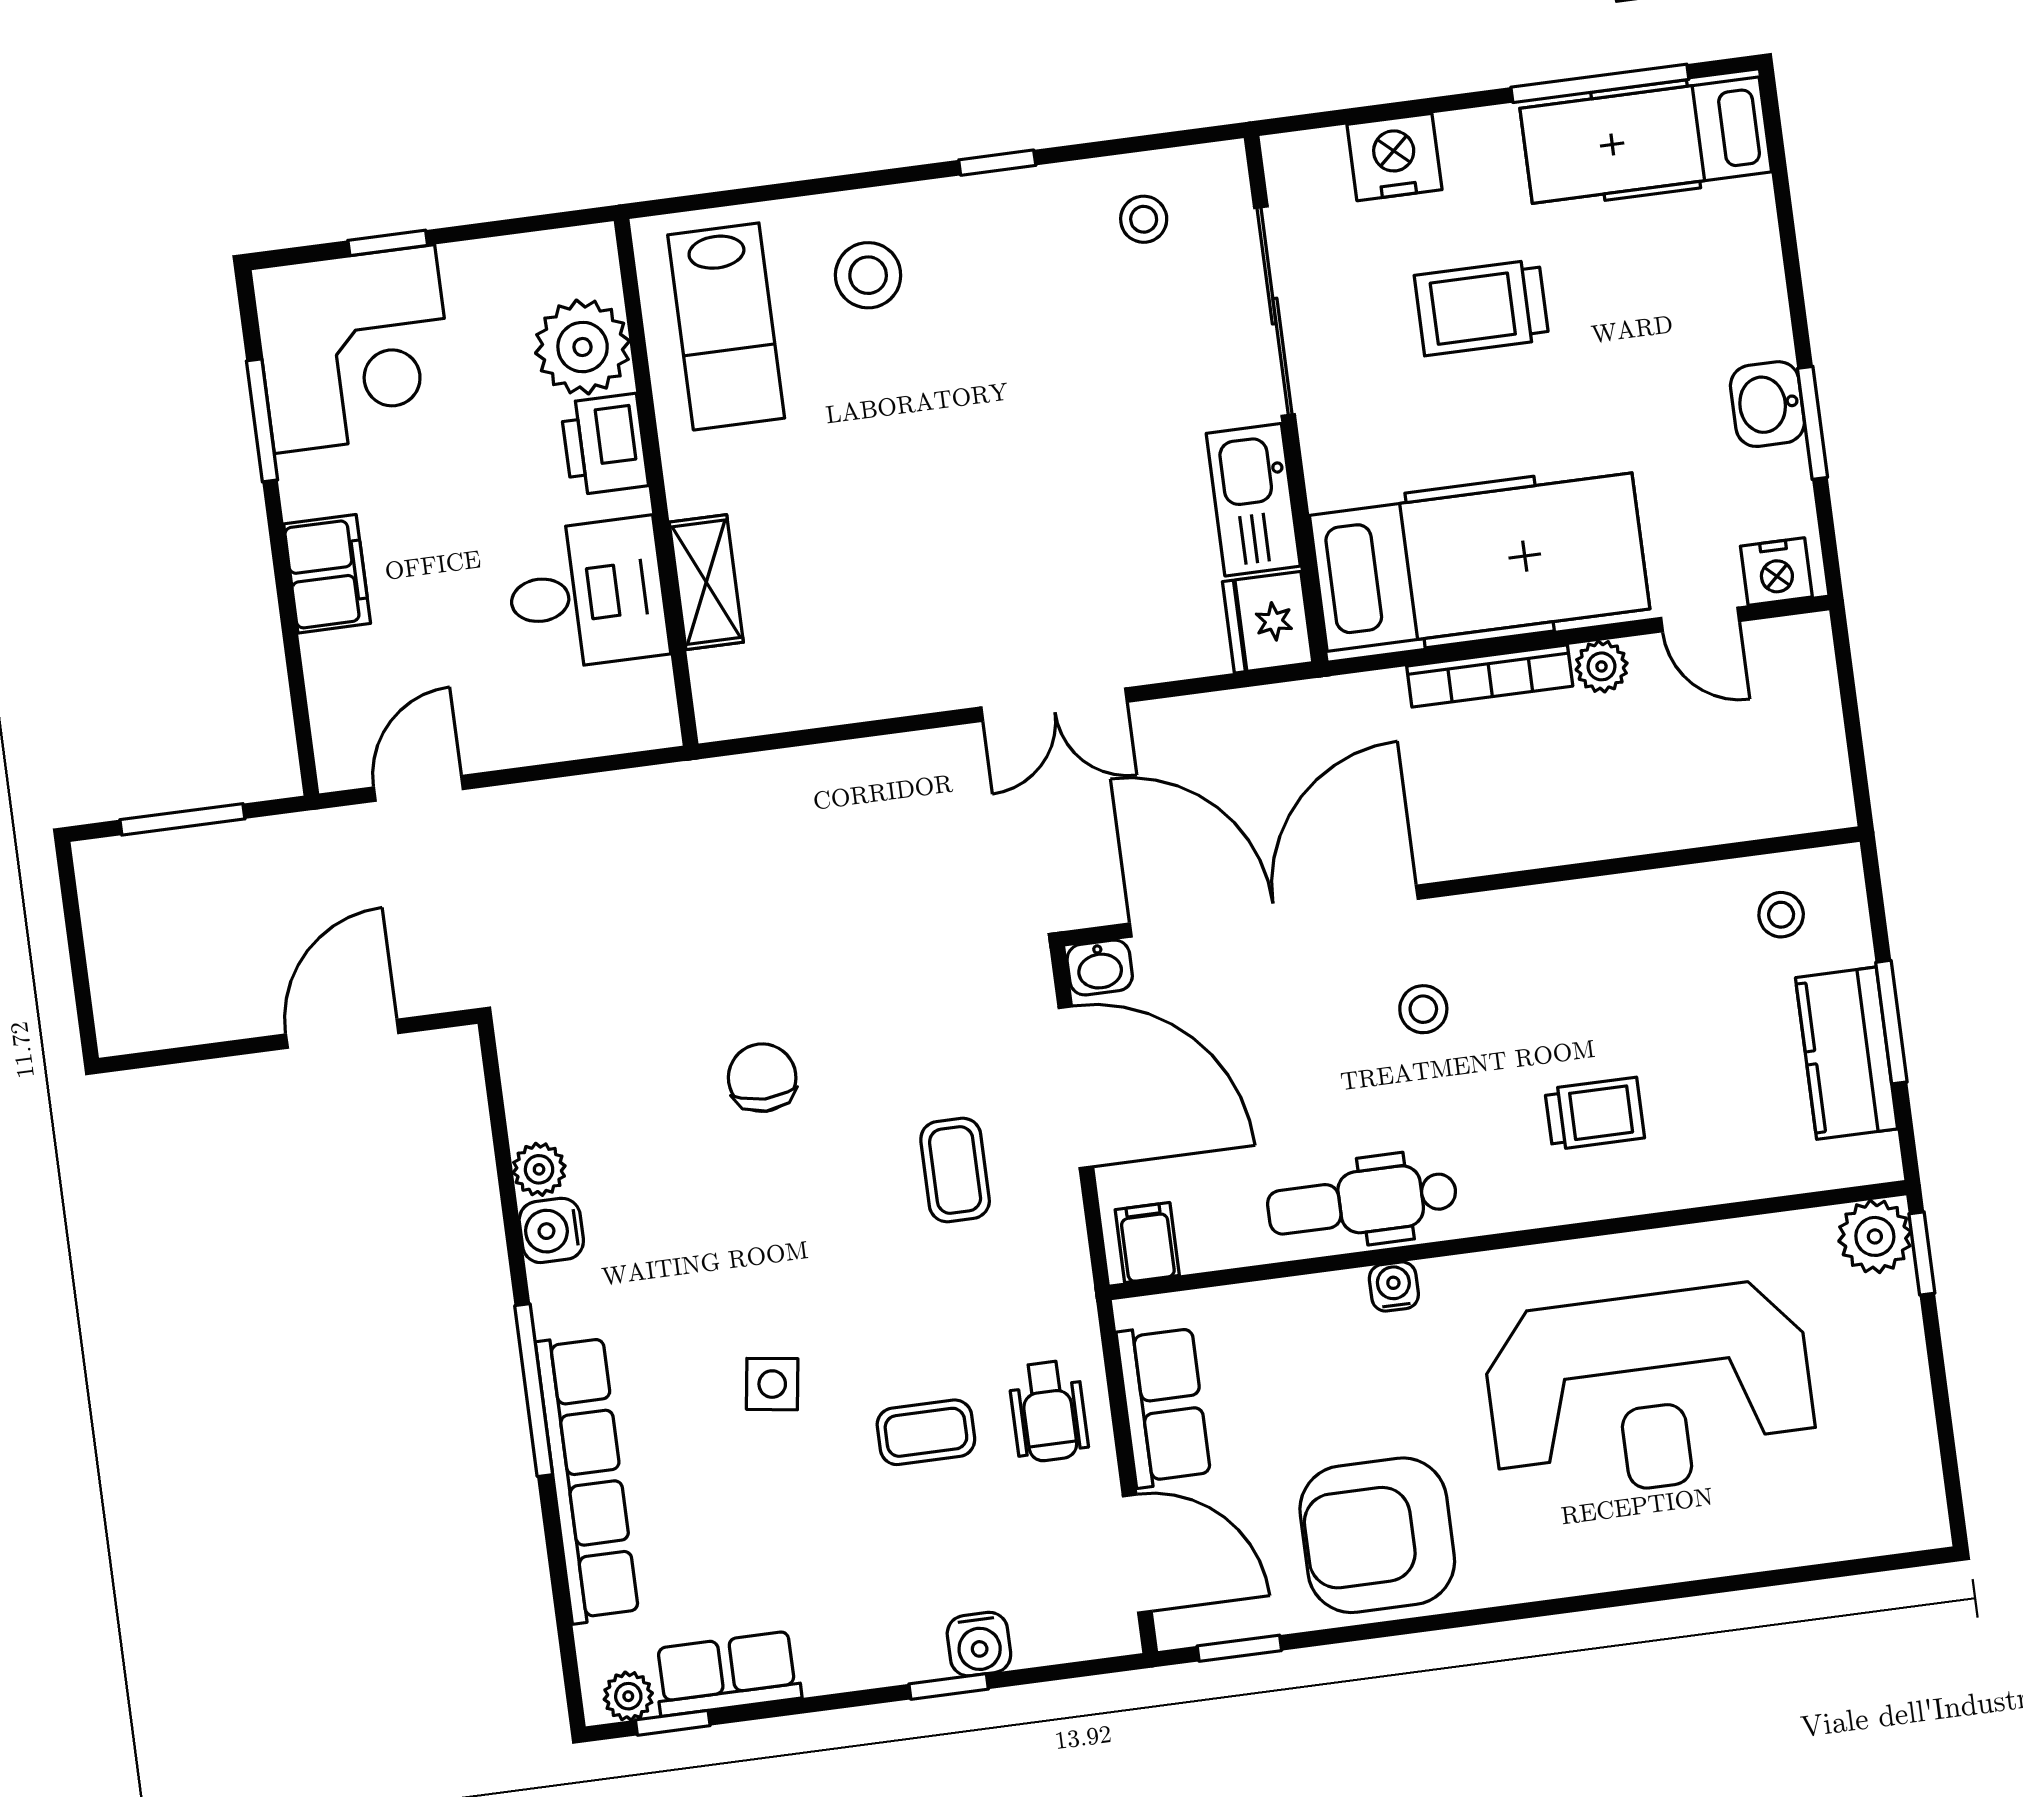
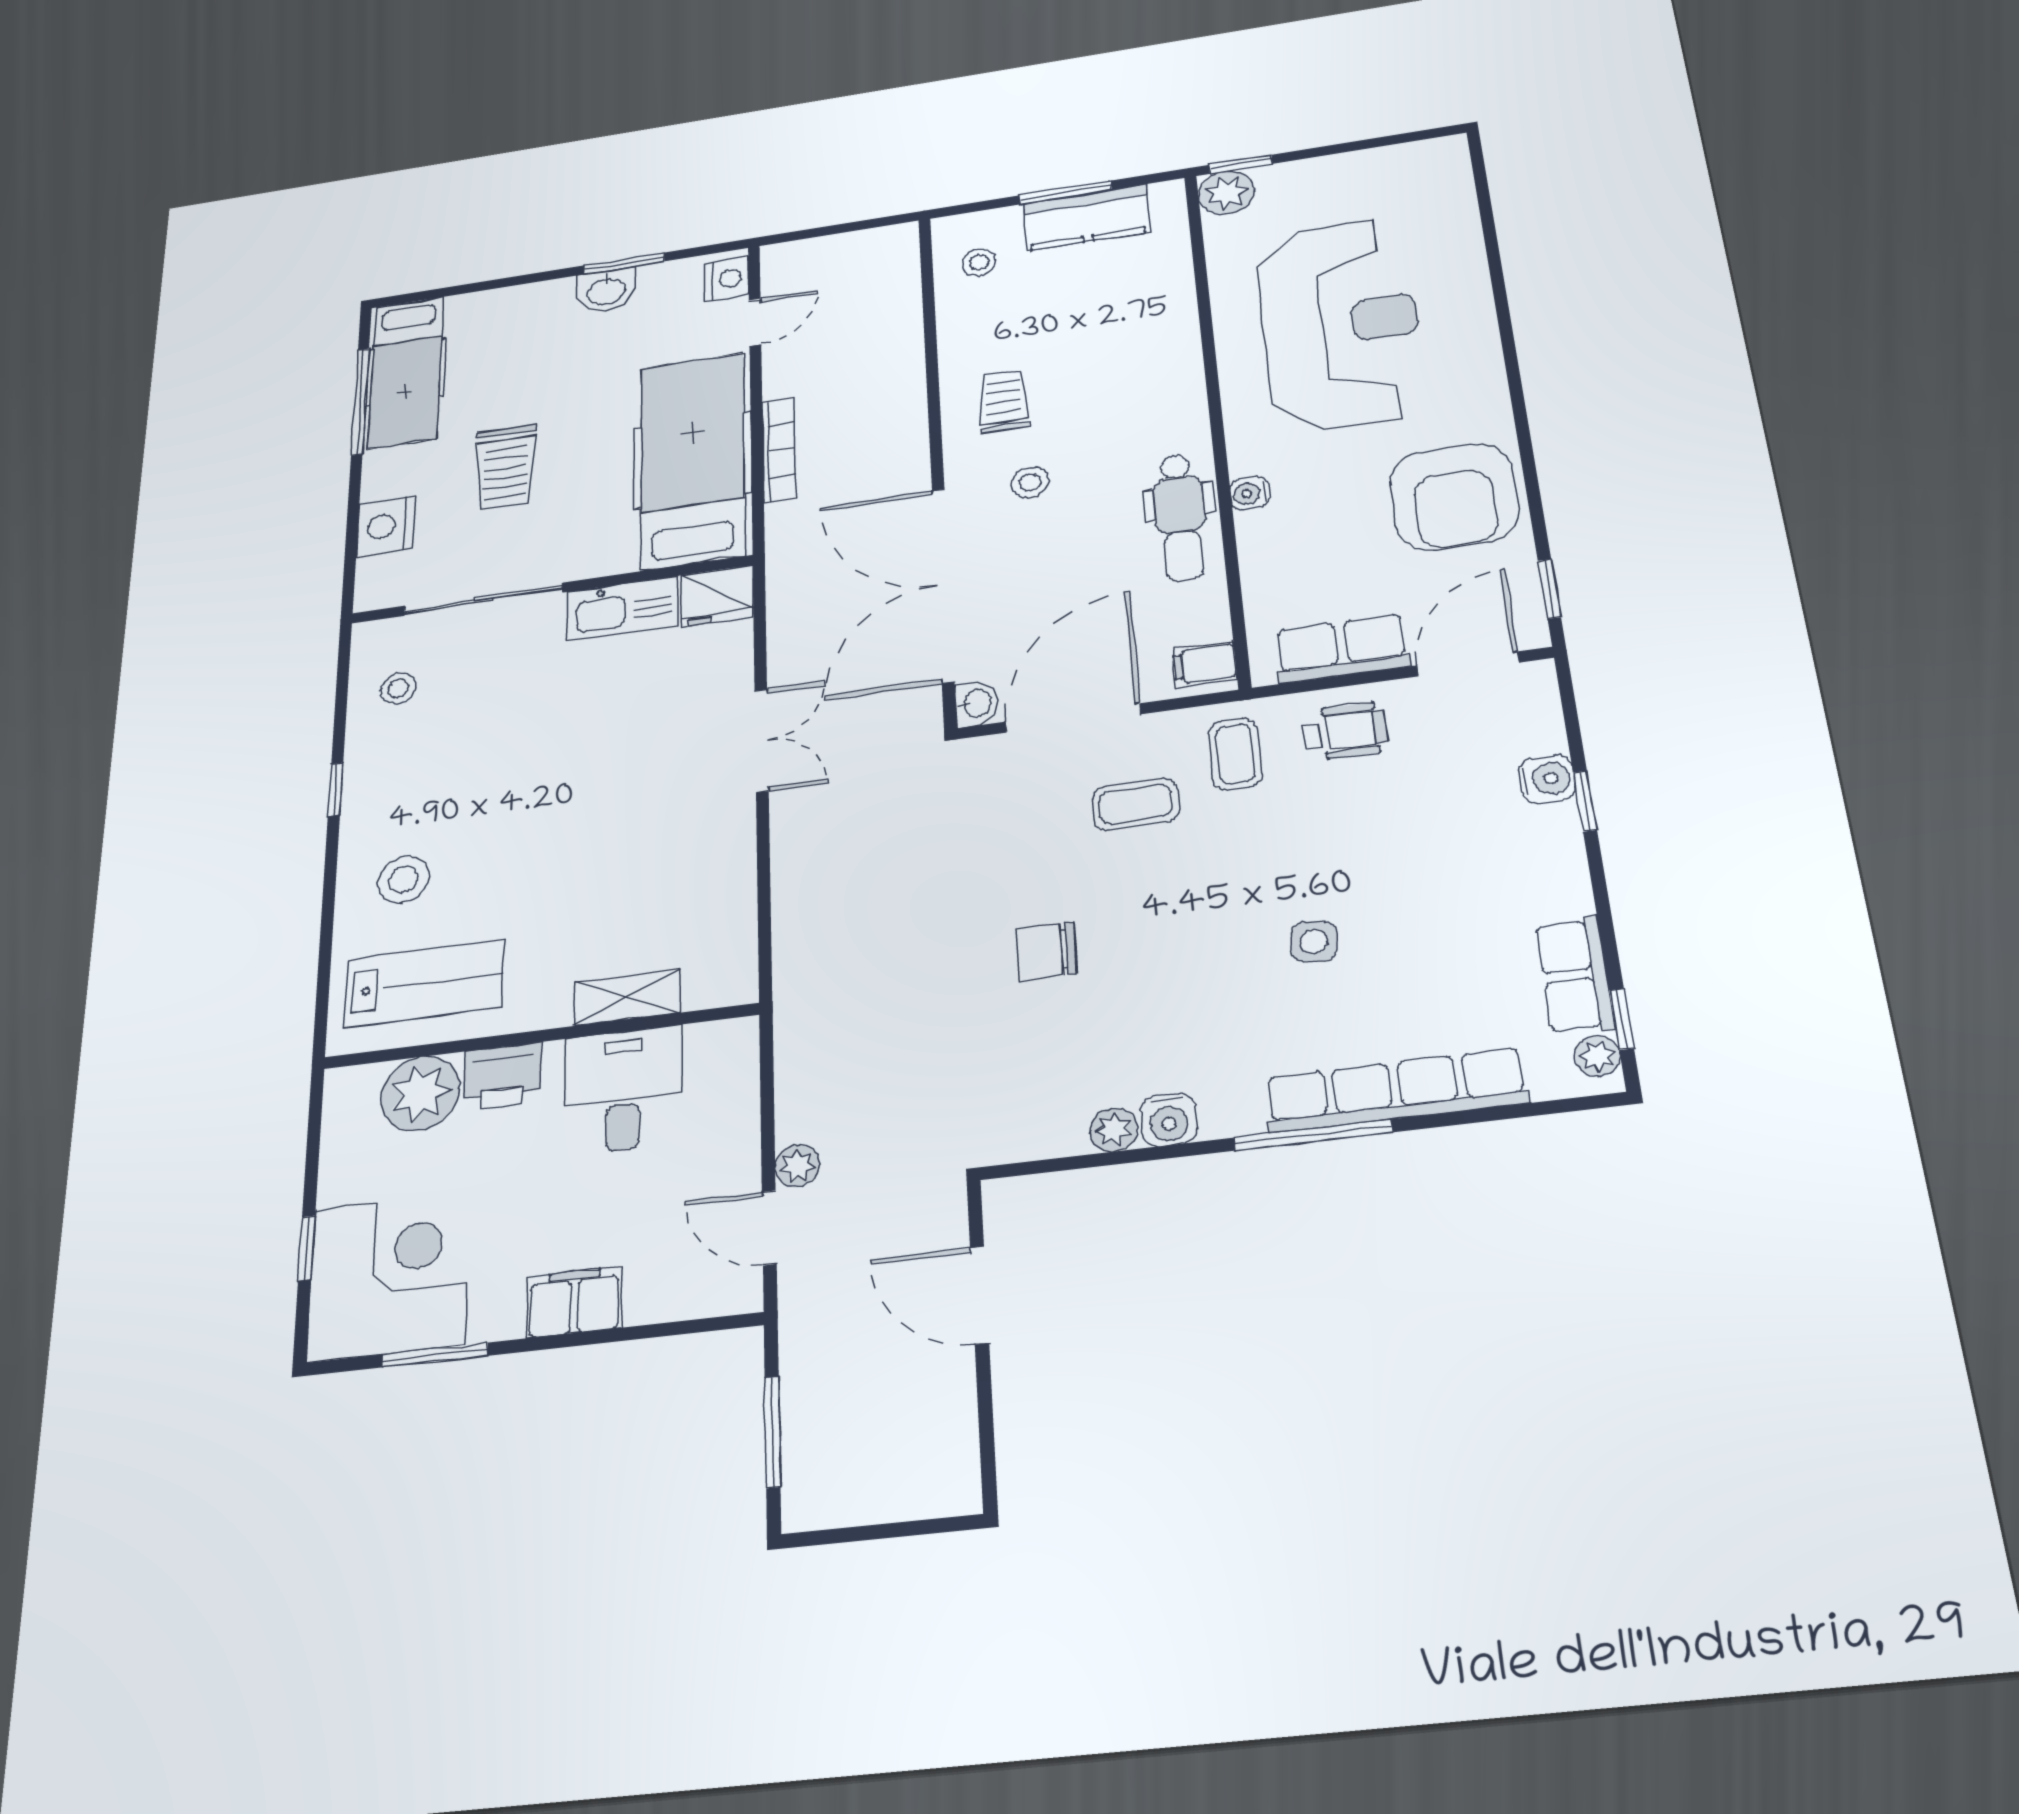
plant: (1602, 666) -> (797, 1166), moved
trolley: (1595, 1114) -> (1003, 401), moved
coffee table: (926, 1432) -> (1235, 754), moved

